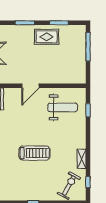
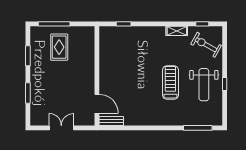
rug: (47, 37) -> (59, 47), moved
door: (30, 86) -> (97, 104), moved
weight bench: (63, 107) -> (204, 85), moved, turned 180

